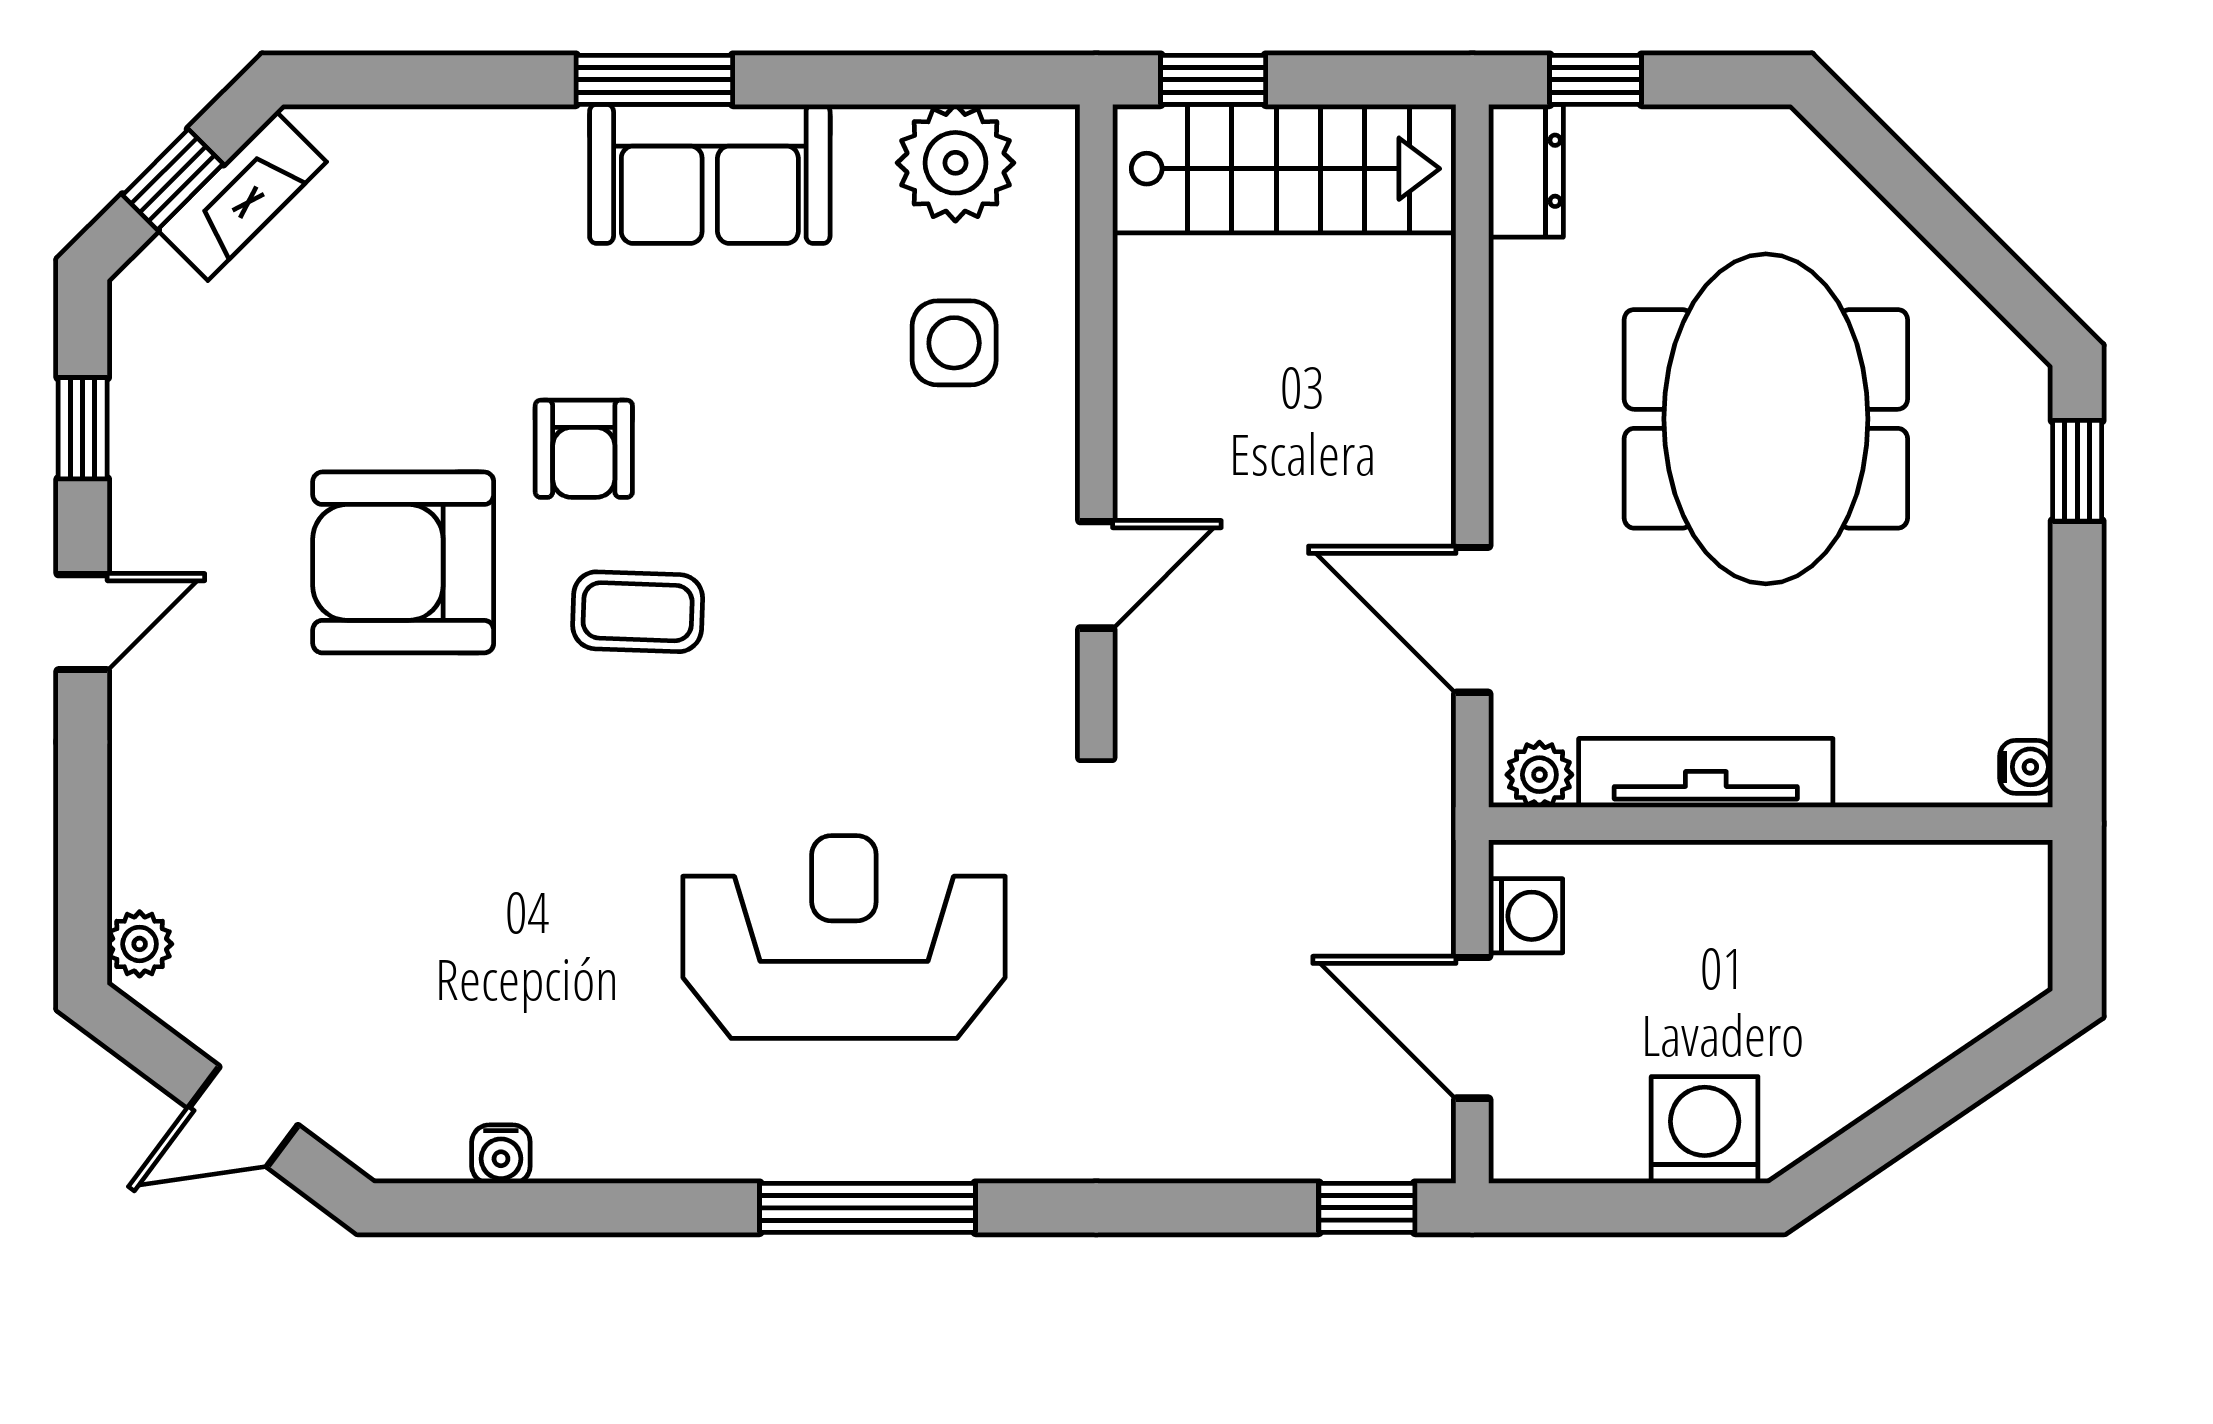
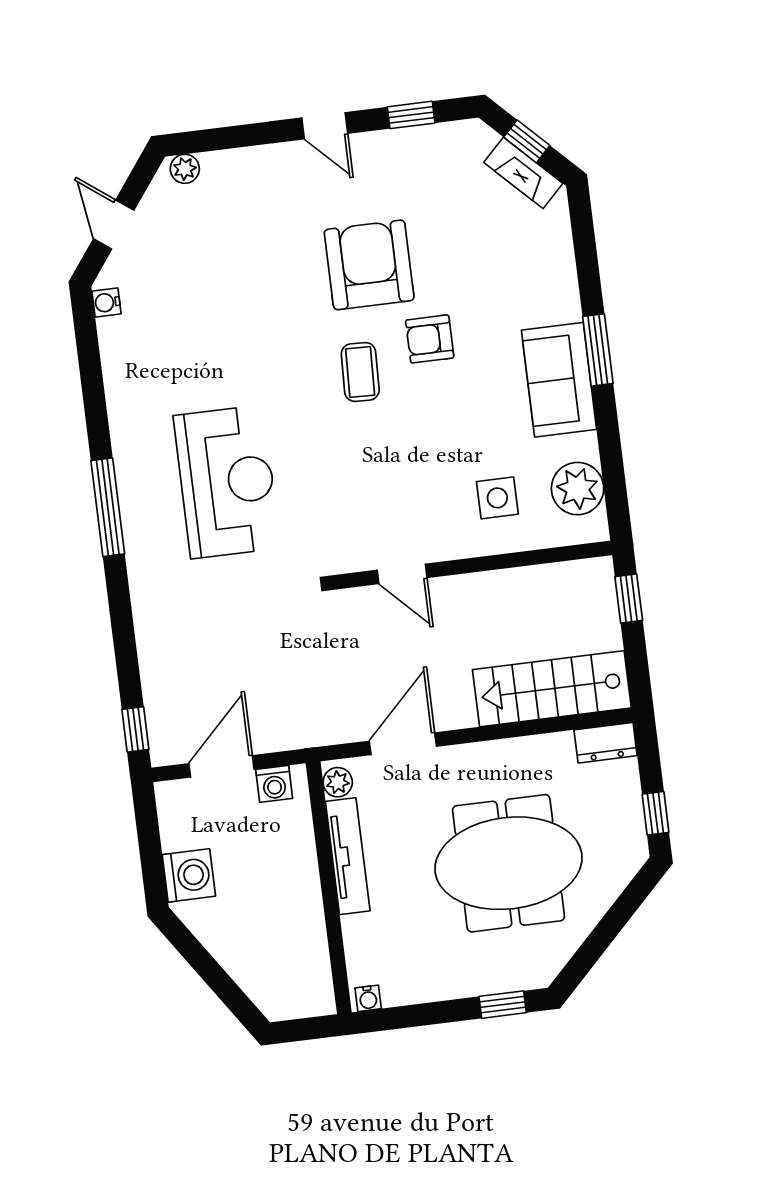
window: (1596, 80) -> (655, 813), moved
stairs: (1283, 169) -> (552, 689), moved, turned 90
water cooler: (501, 1154) -> (107, 302), moved

